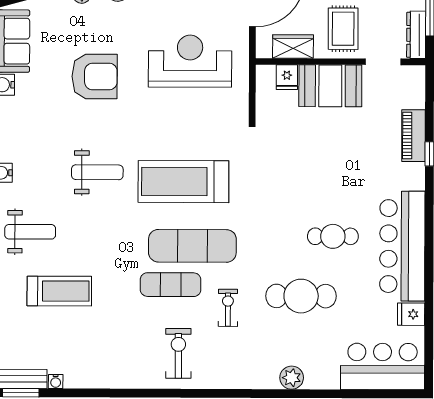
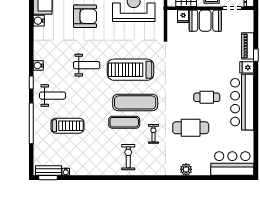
fridge: (411, 314) -> (247, 67), moved

